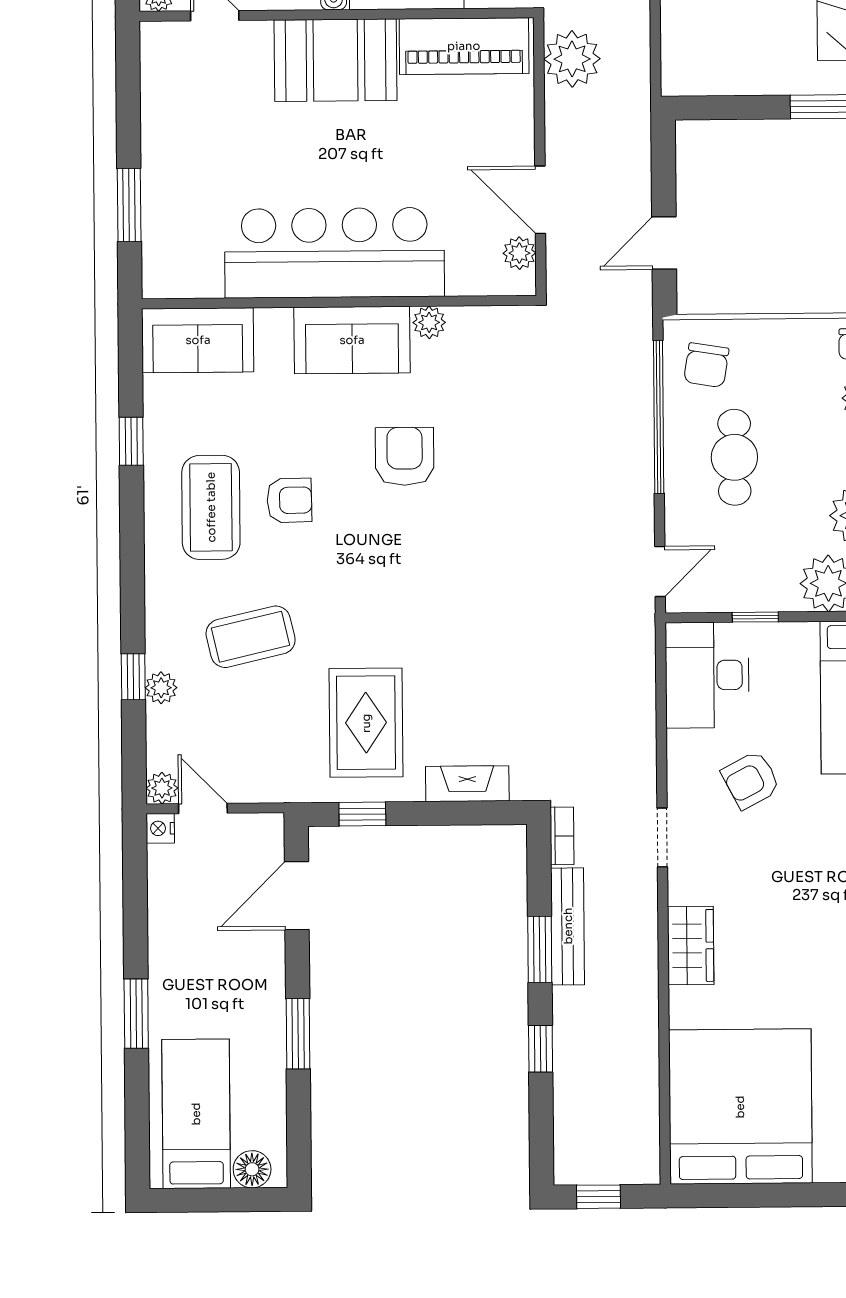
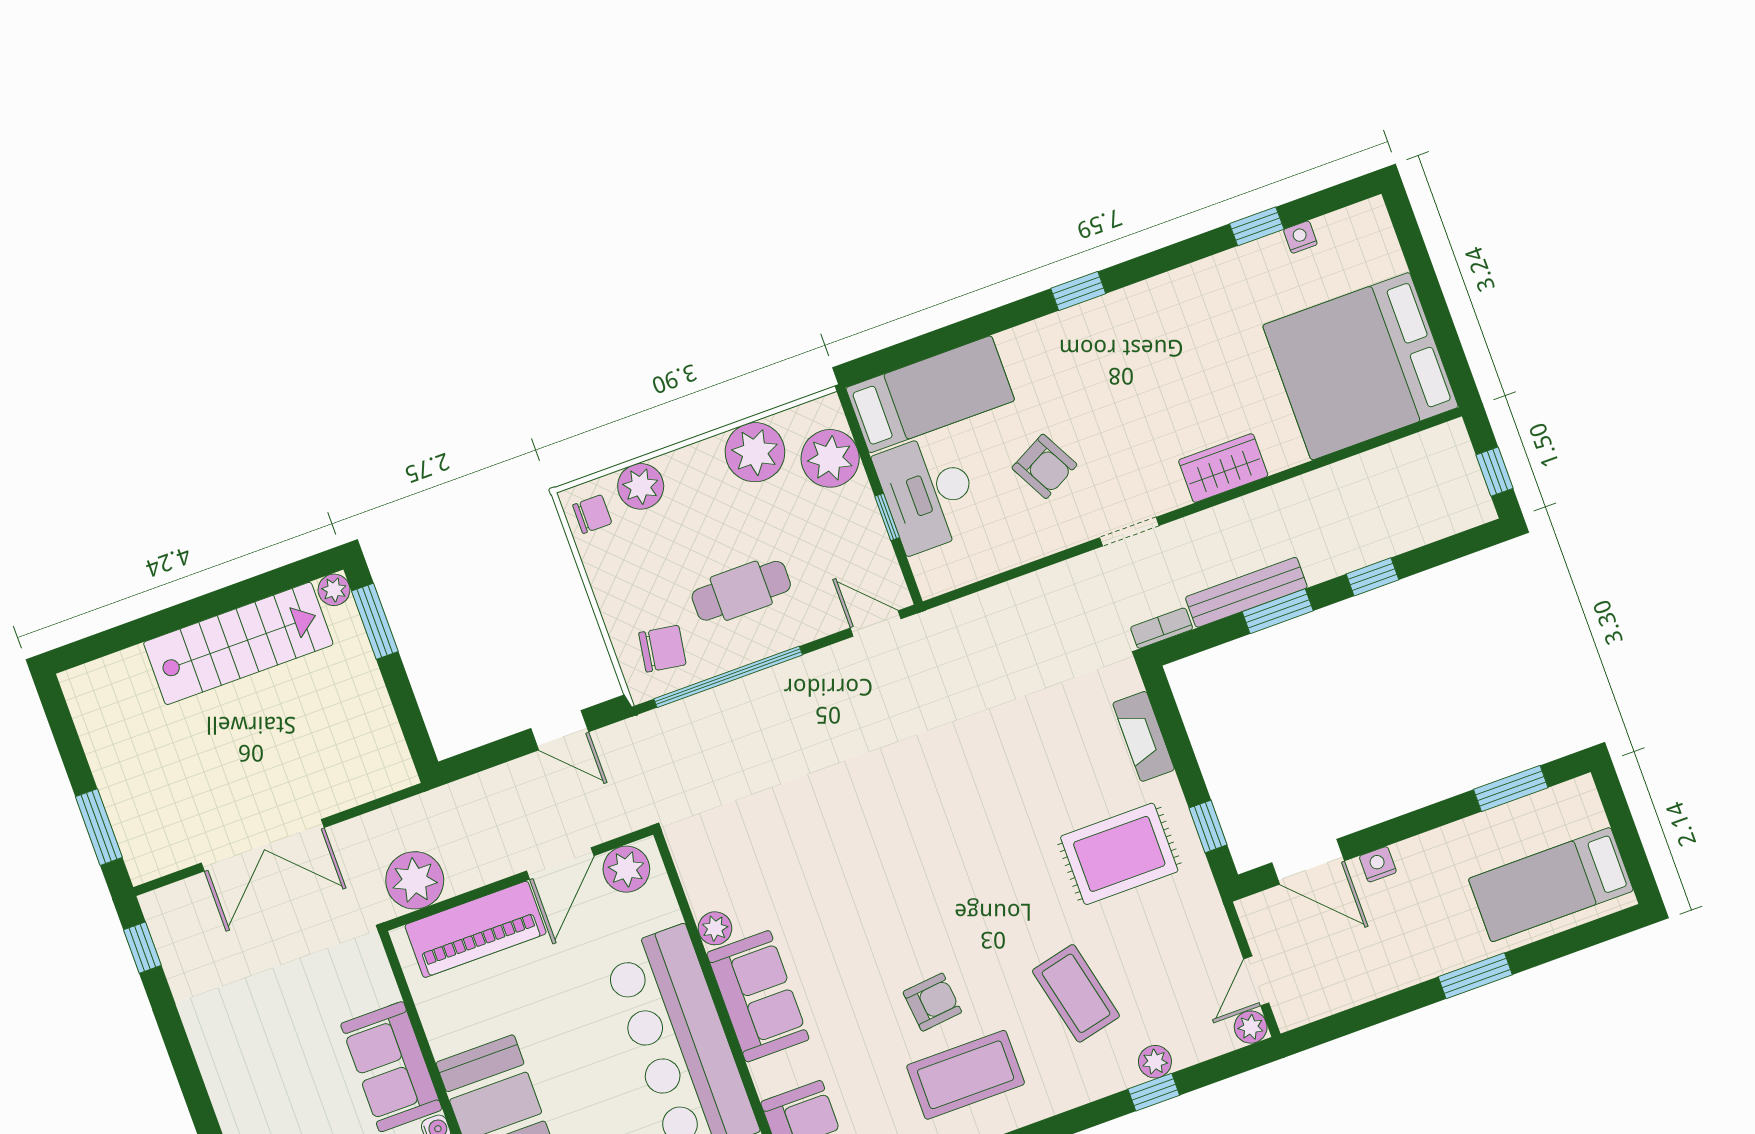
piano: (464, 46) -> (476, 929), moved, turned 90
plant: (519, 253) -> (626, 869), width x1.38, depth x1.38
armchair: (405, 456) -> (851, 907), removed
armchair: (289, 500) -> (932, 1002), turned 85
desk: (707, 675) -> (928, 493), moved, turned 90
nightstand: (160, 828) -> (1378, 864), moved, turned 180
window: (298, 1034) -> (1511, 788), moved
floor lamp: (252, 1169) -> (1585, 812), removed

